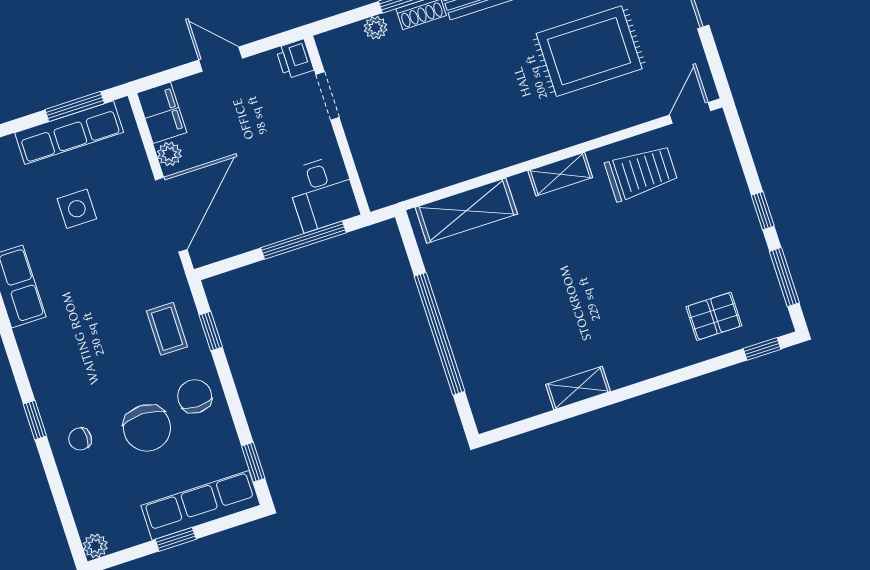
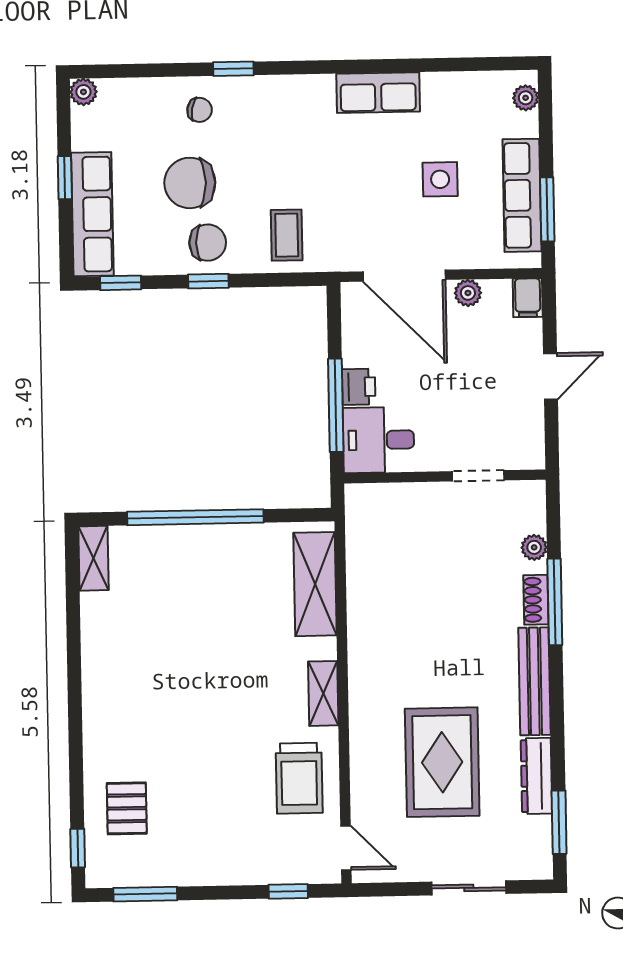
printer: (295, 59) -> (359, 387), moved, turned 90
filing cabinet: (162, 113) -> (528, 298), width x0.50
window: (763, 211) -> (288, 891), moved
coffee table: (167, 329) -> (287, 235), turned 90
window: (211, 331) -> (208, 281), moved
shelving: (578, 388) -> (93, 558), moved
chair: (80, 439) -> (200, 110), turned 100

